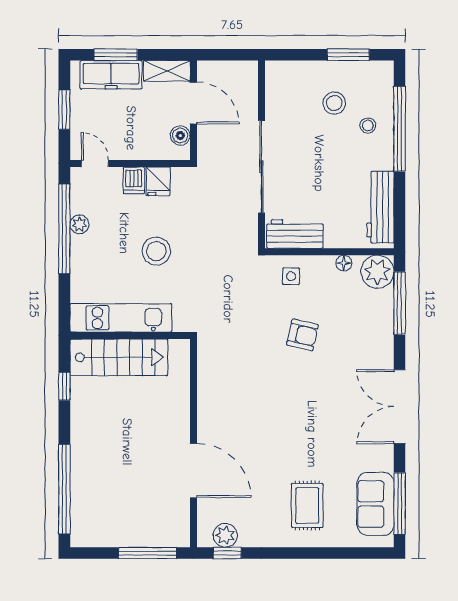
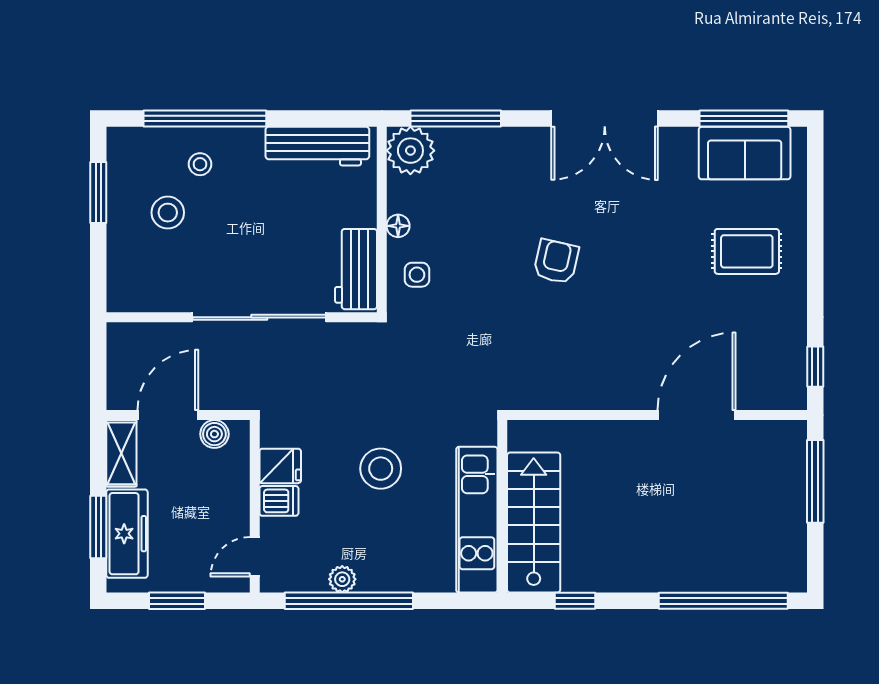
floor lamp: (344, 263) -> (398, 226), moved
armchair: (302, 335) -> (556, 262), moved
plant: (225, 535) -> (790, 369), removed

